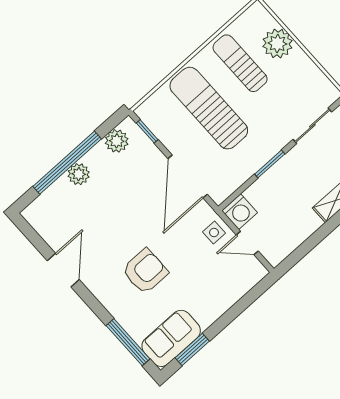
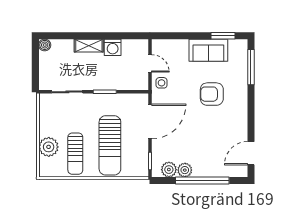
plant: (79, 174) -> (185, 170), moved
washing machine: (240, 212) -> (113, 47), moved, turned 180
door: (63, 270) -> (251, 153), moved
sofa: (171, 338) -> (208, 50), moved

